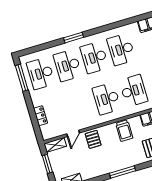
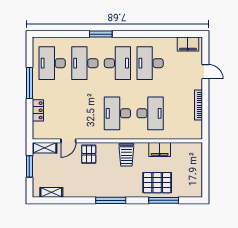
desk: (94, 57) -> (117, 63), turned 180
window: (22, 78) -> (29, 83), moved

